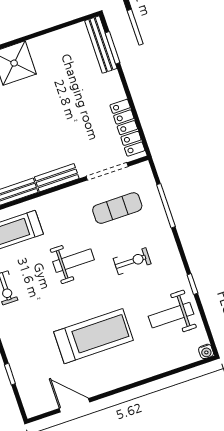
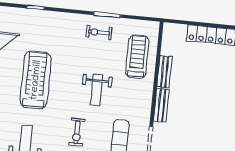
treadmill: (94, 336) -> (36, 80), turned 180

